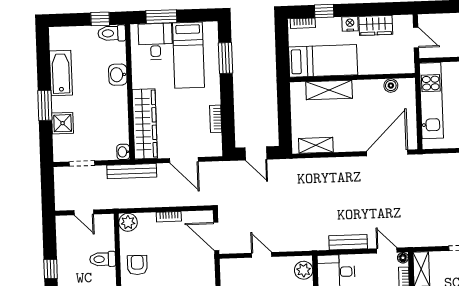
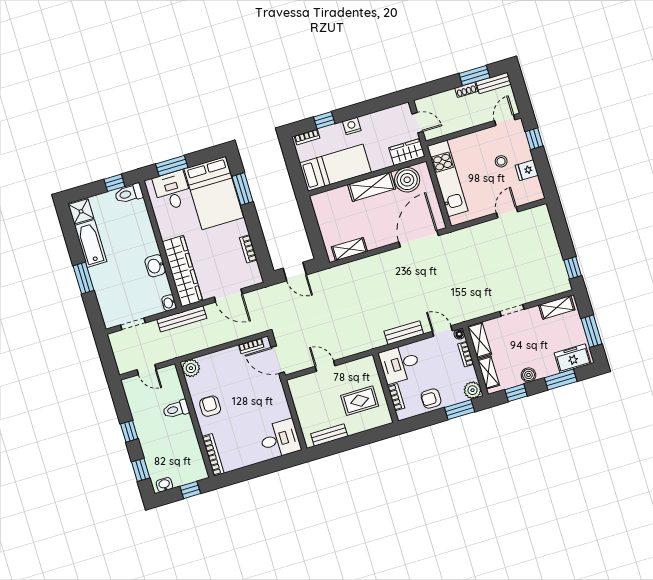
wardrobe: (376, 25) -> (407, 152), moved, turned 180
bed: (189, 55) -> (214, 193), width x1.50
washbasin: (118, 75) -> (155, 266), moved
boiler: (391, 86) -> (407, 180), width x1.86, depth x1.86
shelving: (329, 90) -> (372, 187), moved
shower: (63, 123) -> (81, 211), moved
bookcase: (169, 217) -> (251, 346), moved
plant: (304, 270) -> (369, 370), removed

